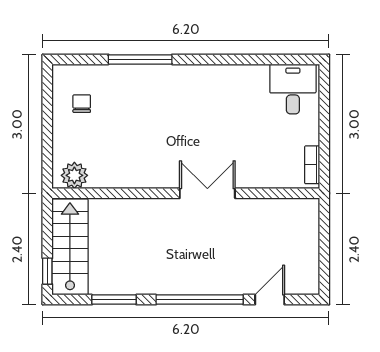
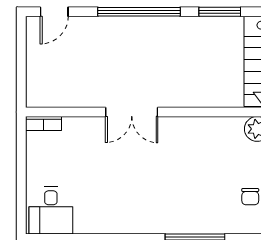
bookcase: (312, 165) -> (43, 123), moved, turned 90
door: (270, 300) -> (54, 12), moved

